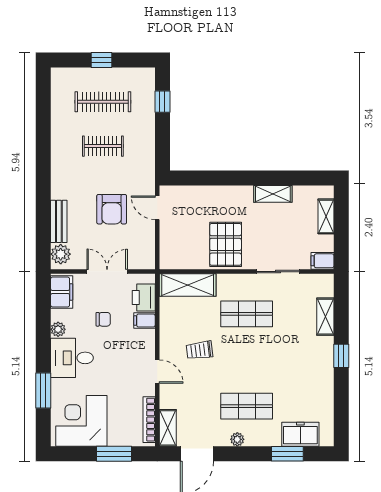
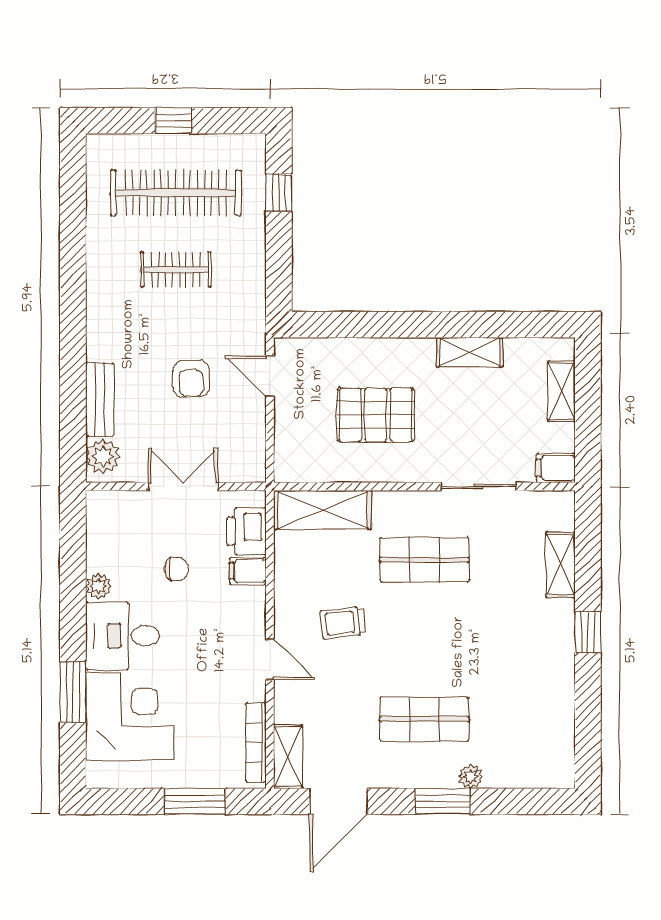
clothes rail: (103, 102) -> (176, 193), width x1.37, depth x1.31
armchair: (112, 209) -> (191, 379), width x0.72, depth x0.72
pallet: (226, 244) -> (376, 415), moved, turned 90
filing cabinet: (62, 292) -> (105, 522), removed
corner desk: (81, 421) -> (130, 716), moved, turned 90
freezer: (300, 434) -> (517, 768), removed
plant: (237, 439) -> (471, 777), moved
window: (287, 454) -> (443, 801), moved

